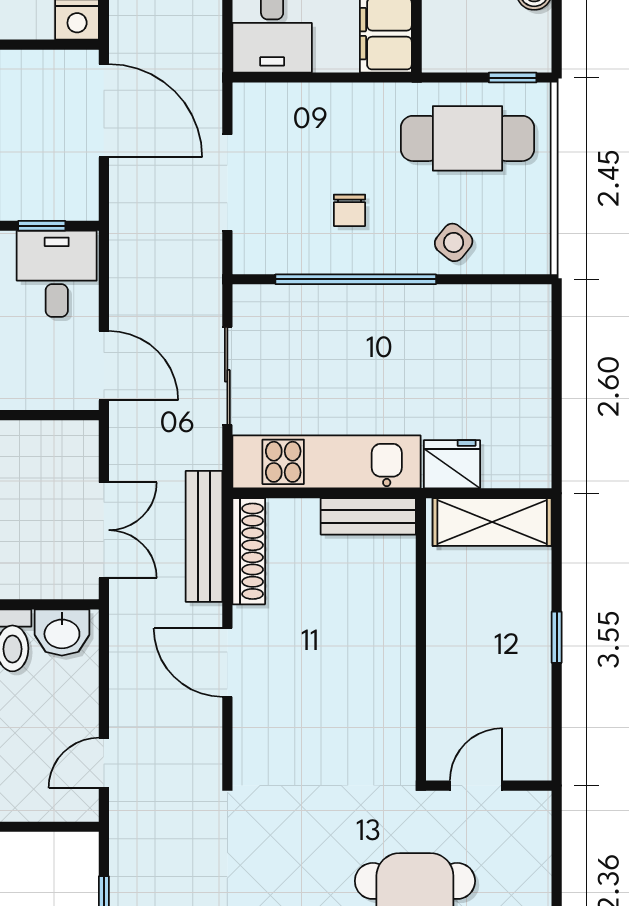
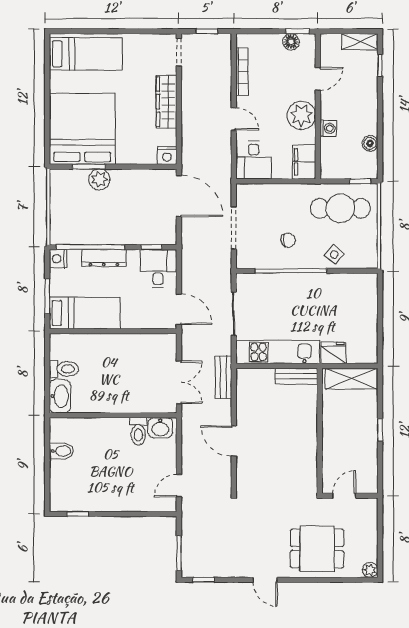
chair: (350, 210) -> (288, 240), turned -90
bench: (204, 536) -> (223, 377), width x0.73
shoe rack: (249, 551) -> (243, 392), removed

